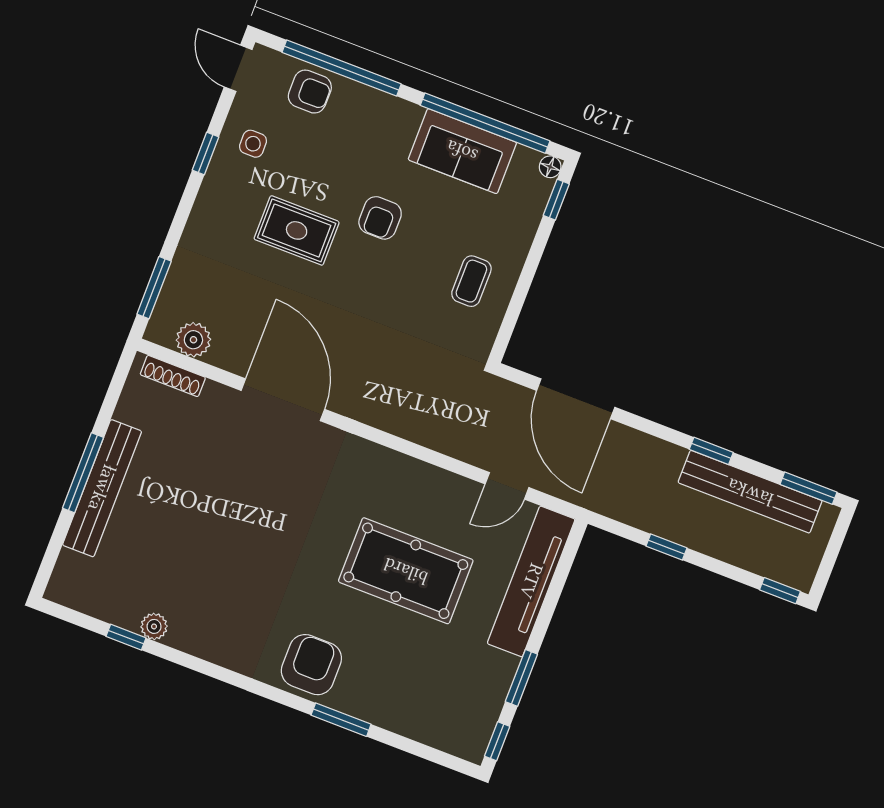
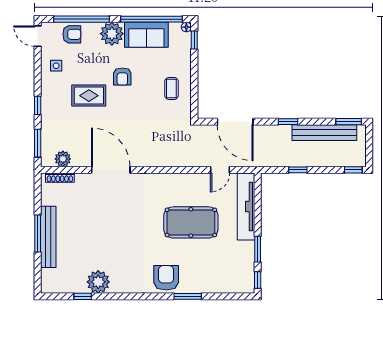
plant: (392, 122) -> (112, 34), added
window: (206, 153) -> (38, 105), moved
window: (711, 451) -> (288, 122), moved
plant: (154, 626) -> (98, 282), width x1.88, depth x1.88

